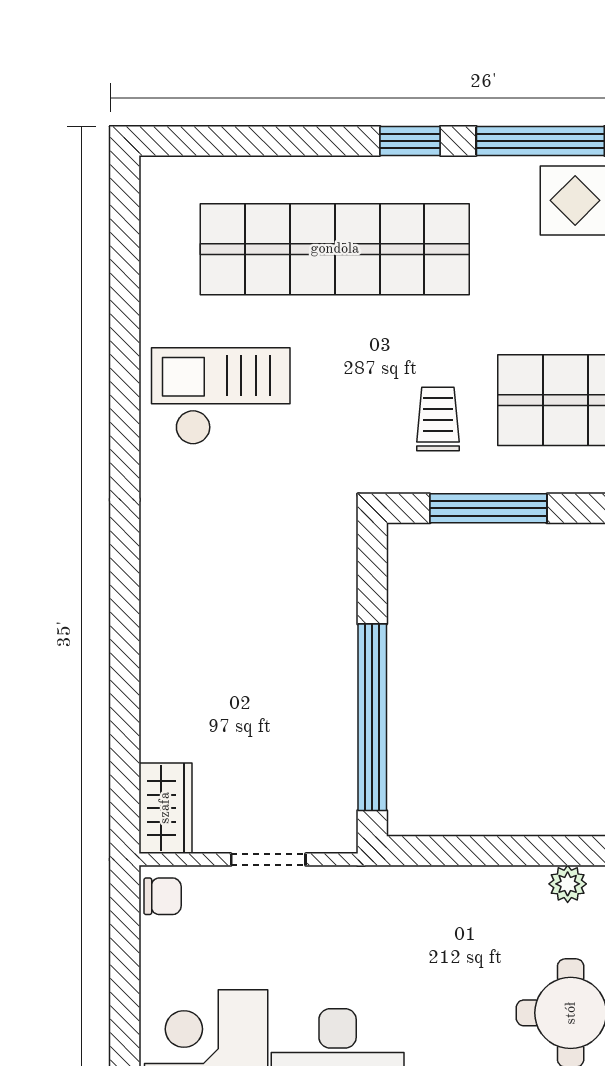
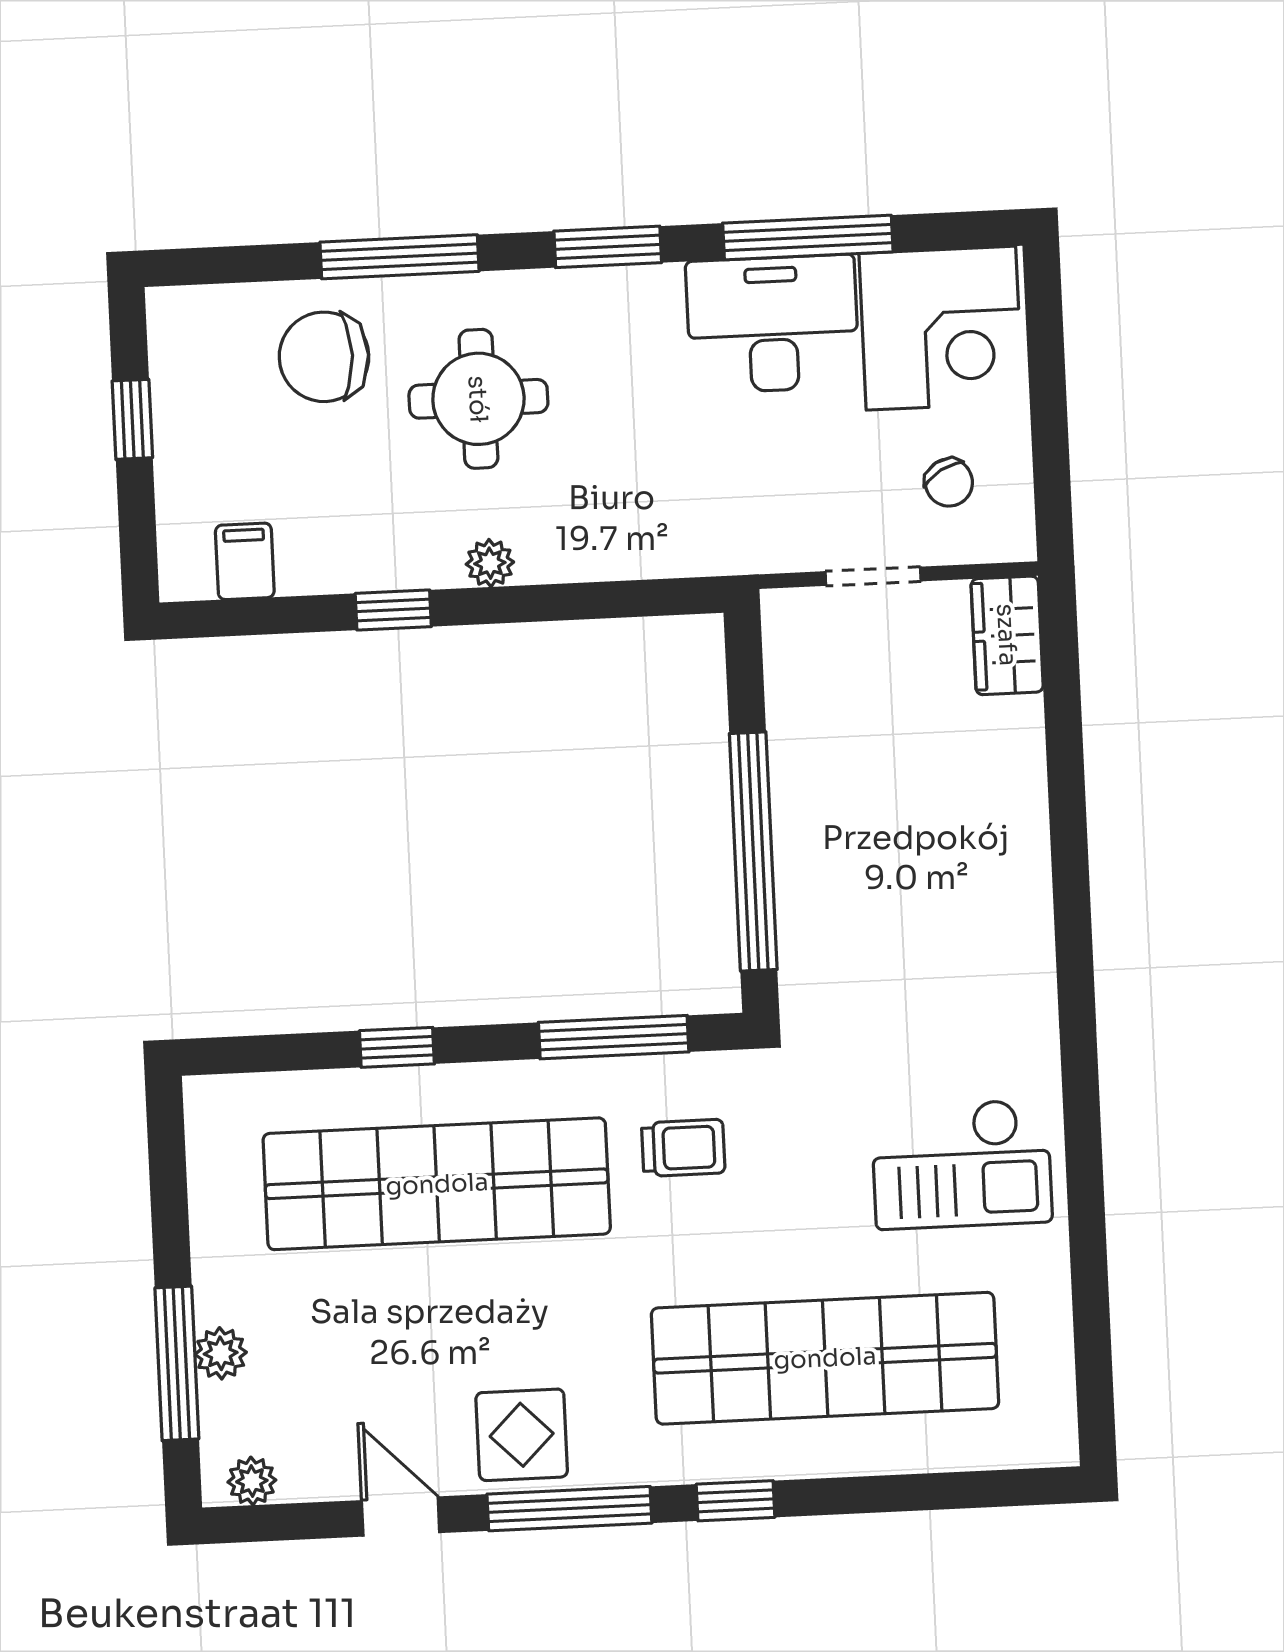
trolley: (438, 419) -> (683, 1148), turned -90
window: (372, 717) -> (753, 851), moved
chair: (163, 896) -> (949, 482), moved, turned -120

